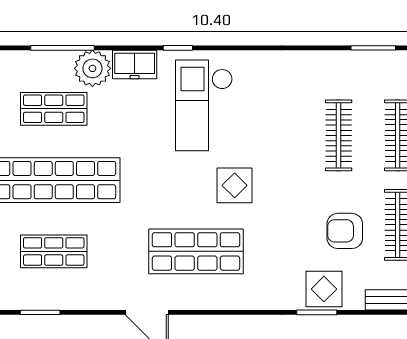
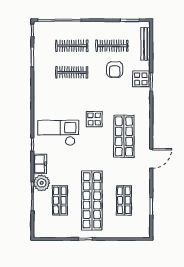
checkout: (204, 105) -> (58, 133), turned 180

